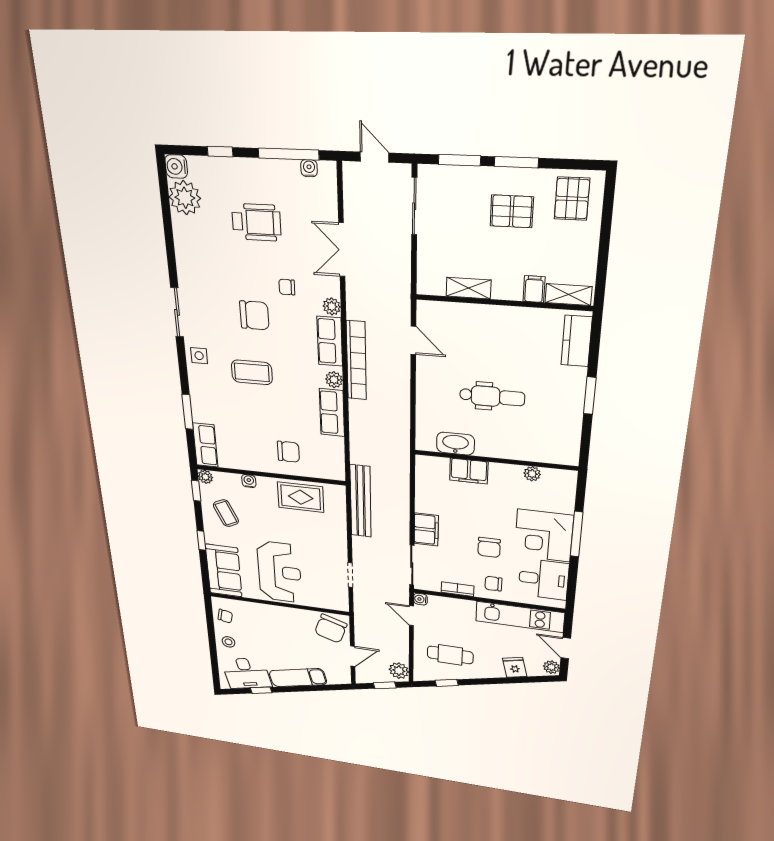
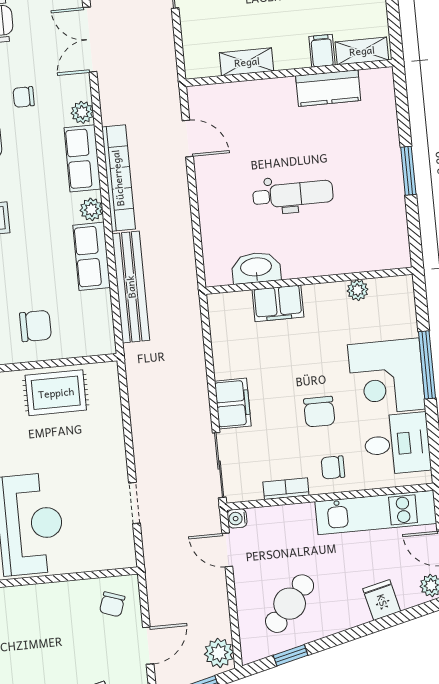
kitchen counter: (577, 341) -> (328, 88), moved, turned -90
bench: (361, 501) -> (131, 287), moved
chair: (331, 629) -> (112, 604), width x0.54, depth x0.54
cafe table: (450, 655) -> (290, 604), turned -49

